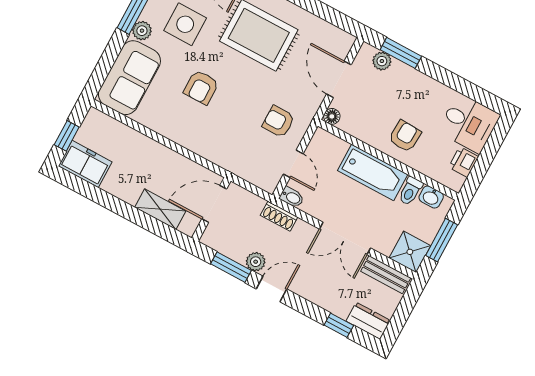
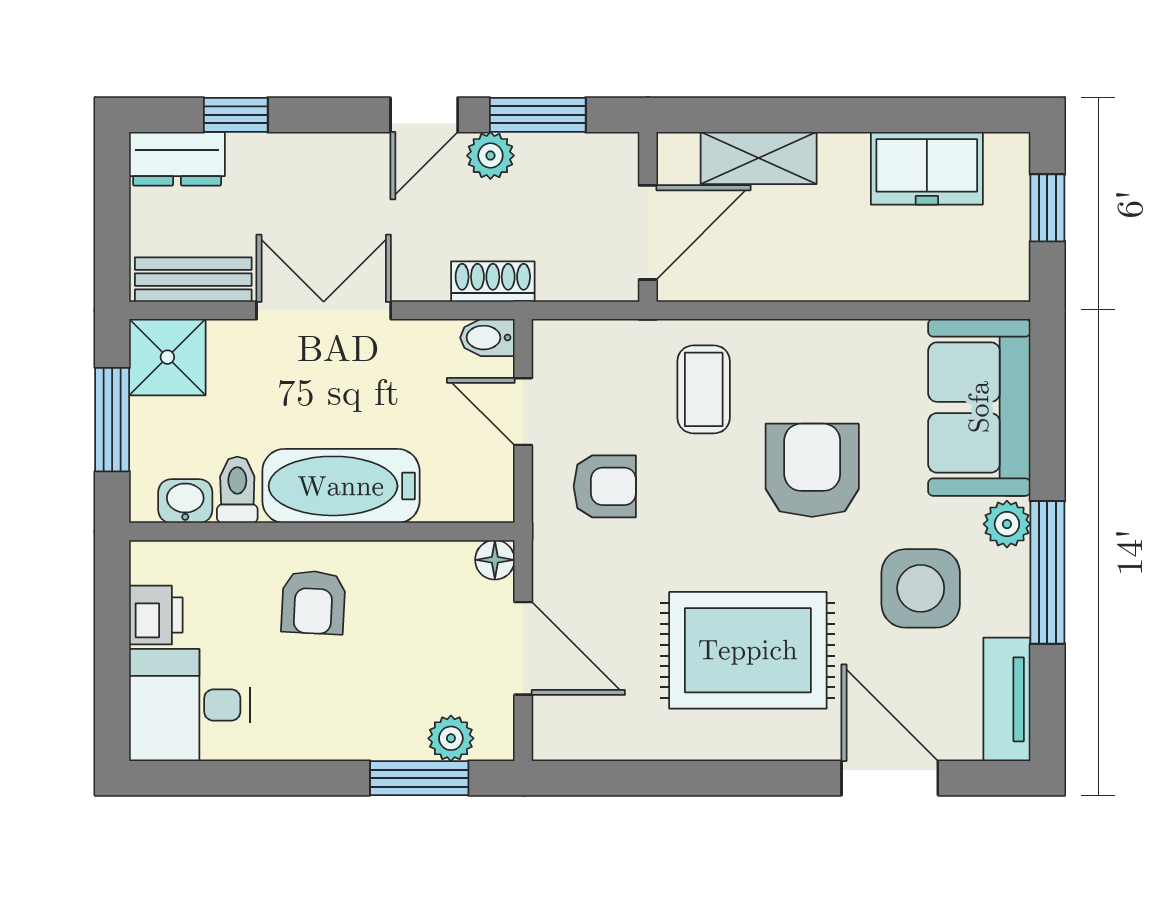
armchair: (201, 87) -> (812, 470), width x1.38, depth x1.38
coffee table: (224, 137) -> (704, 389), added
freezer: (85, 164) -> (927, 168), moved

